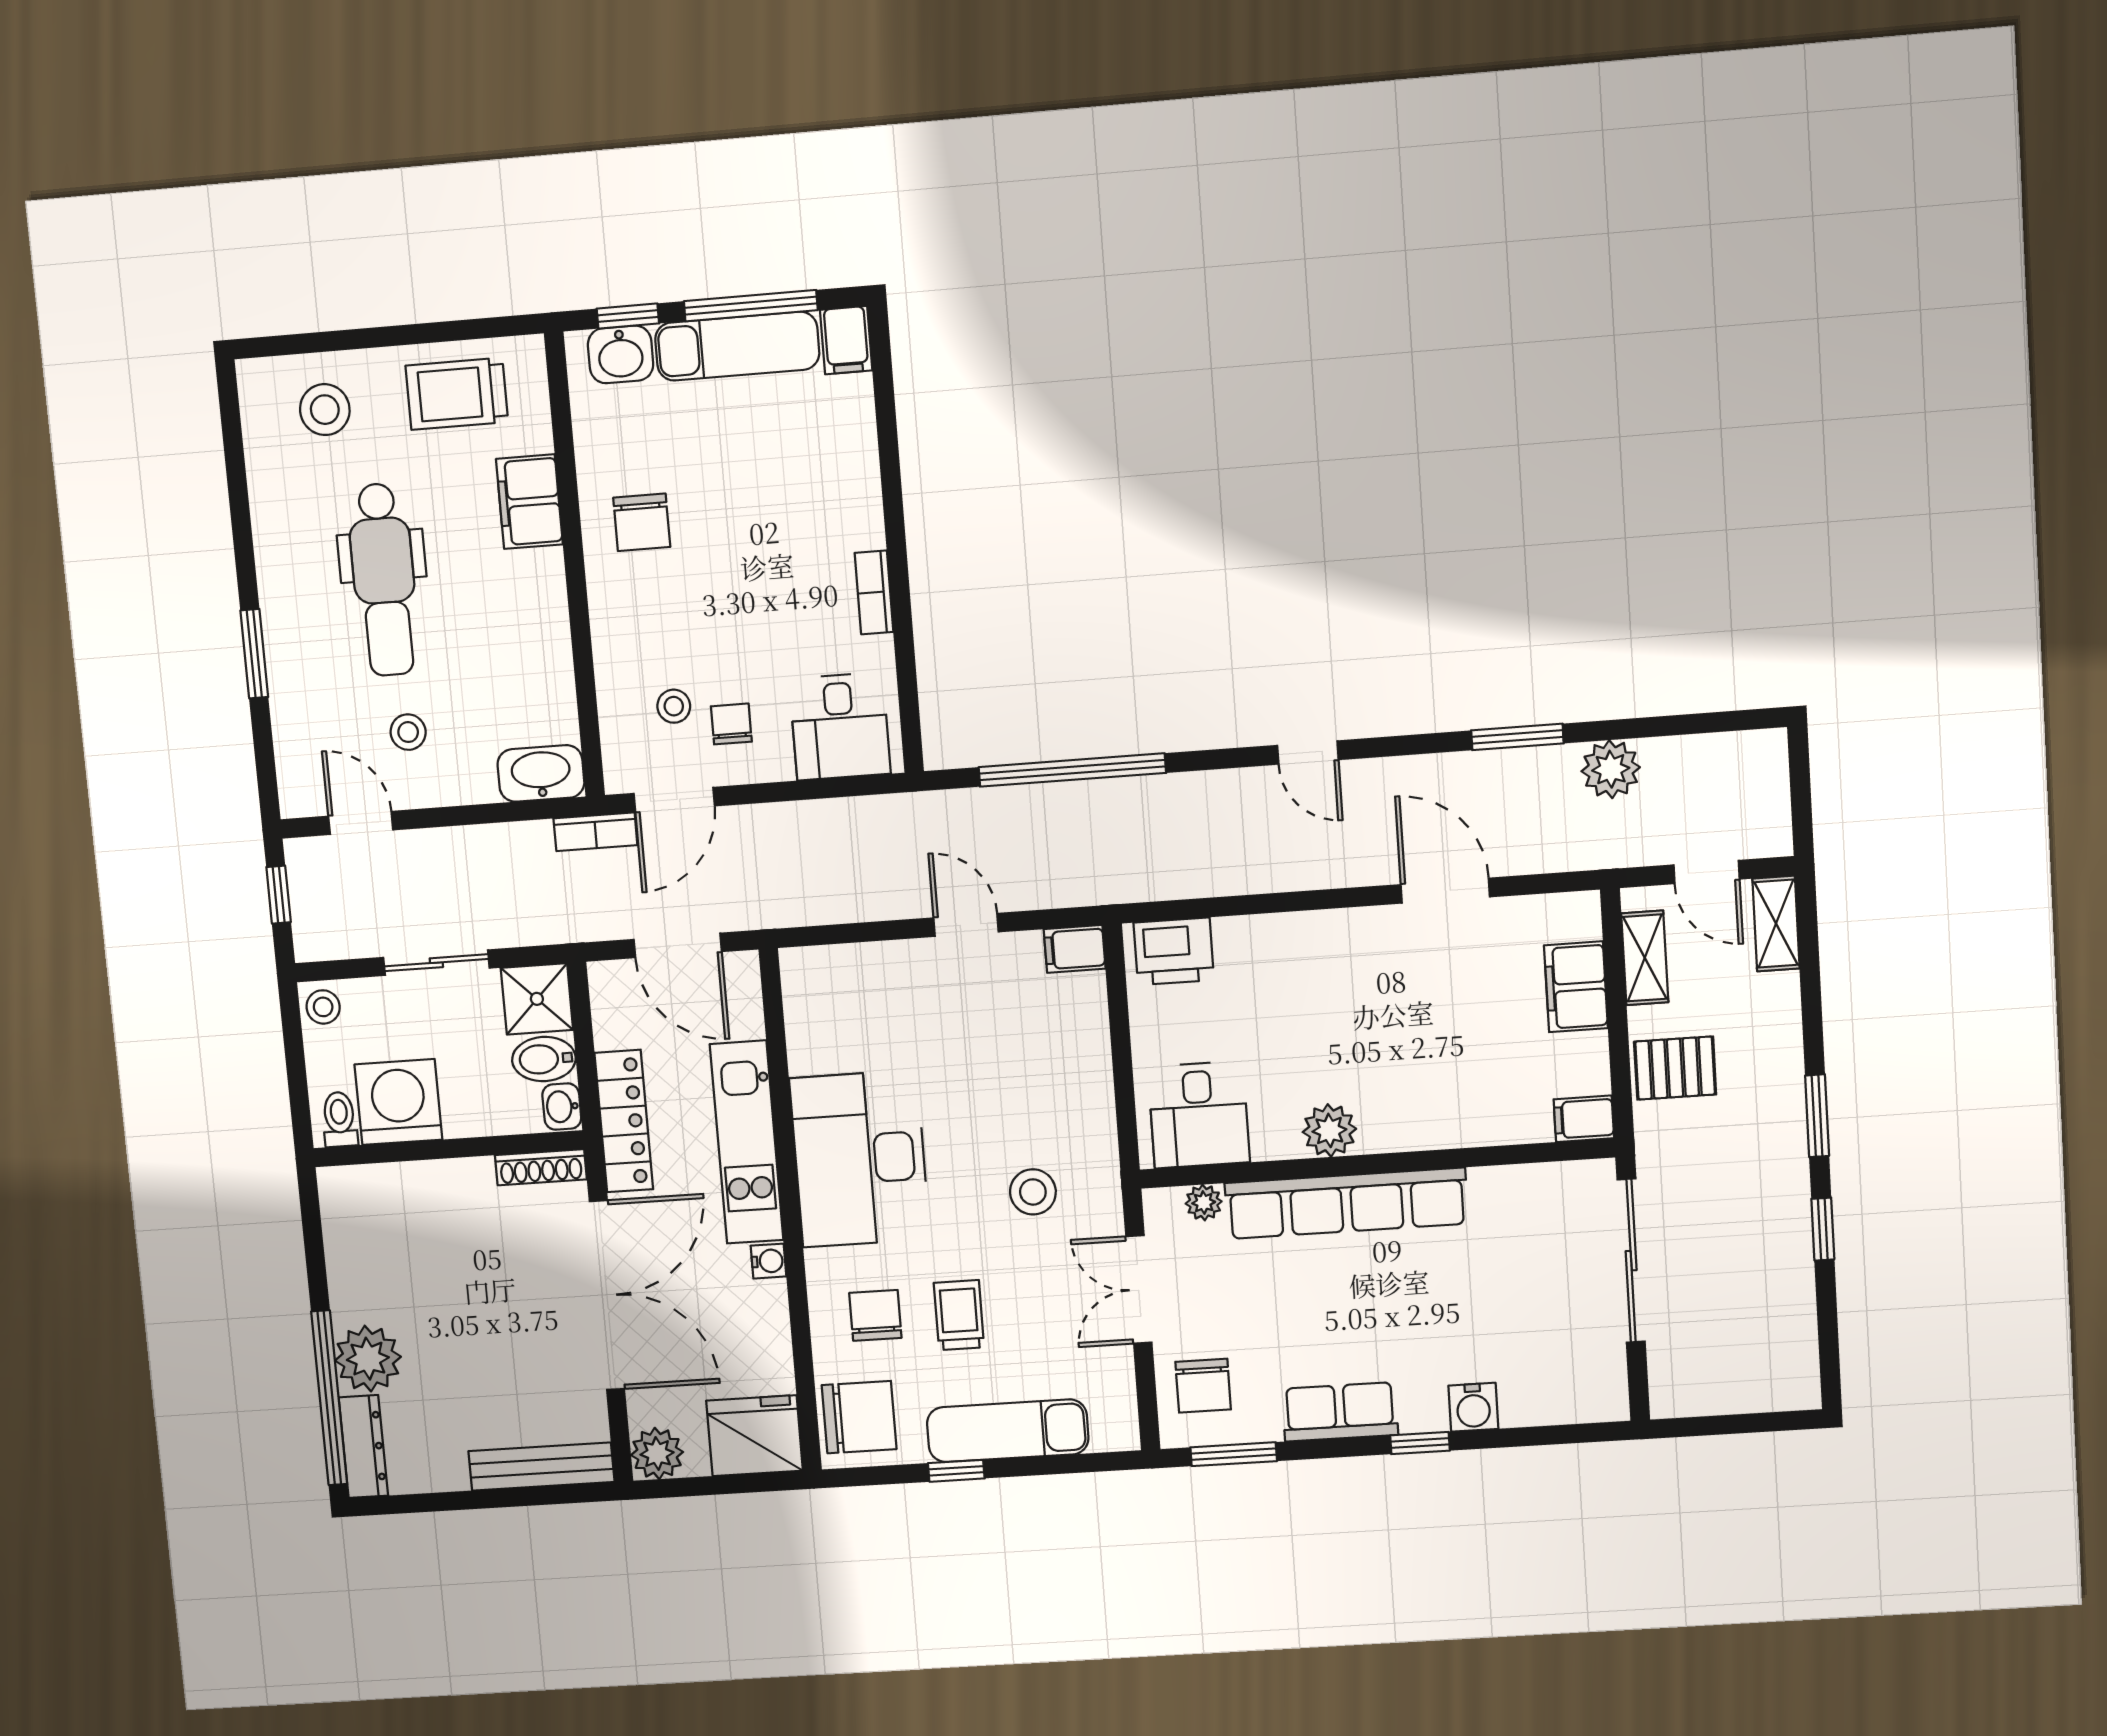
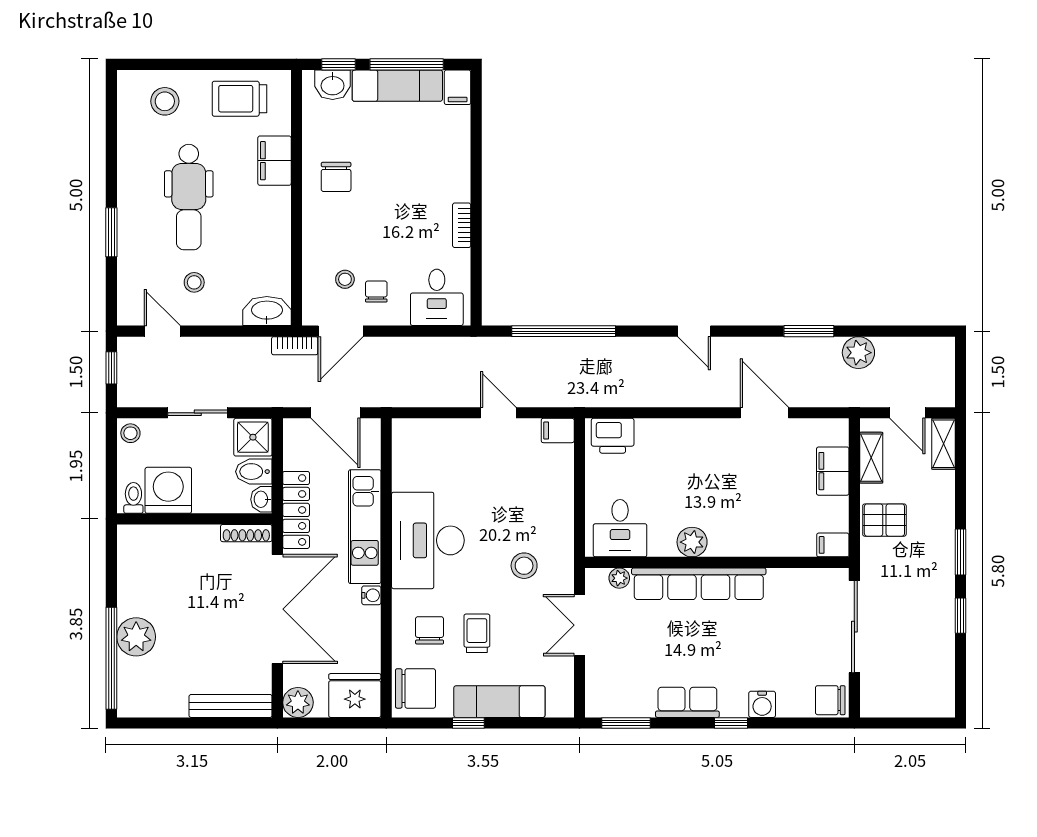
chair: (1203, 1386) -> (830, 700), moved, turned 90
dresser: (363, 1447) -> (128, 688), removed

